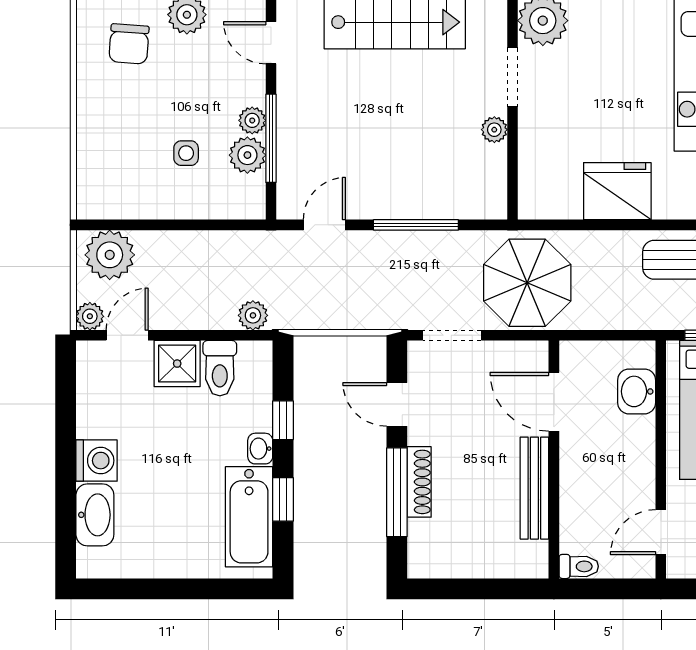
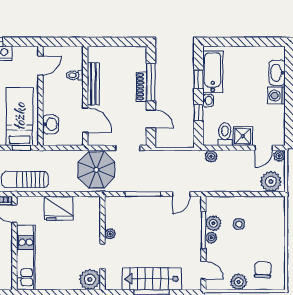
toilet: (579, 566) -> (75, 75), moved

